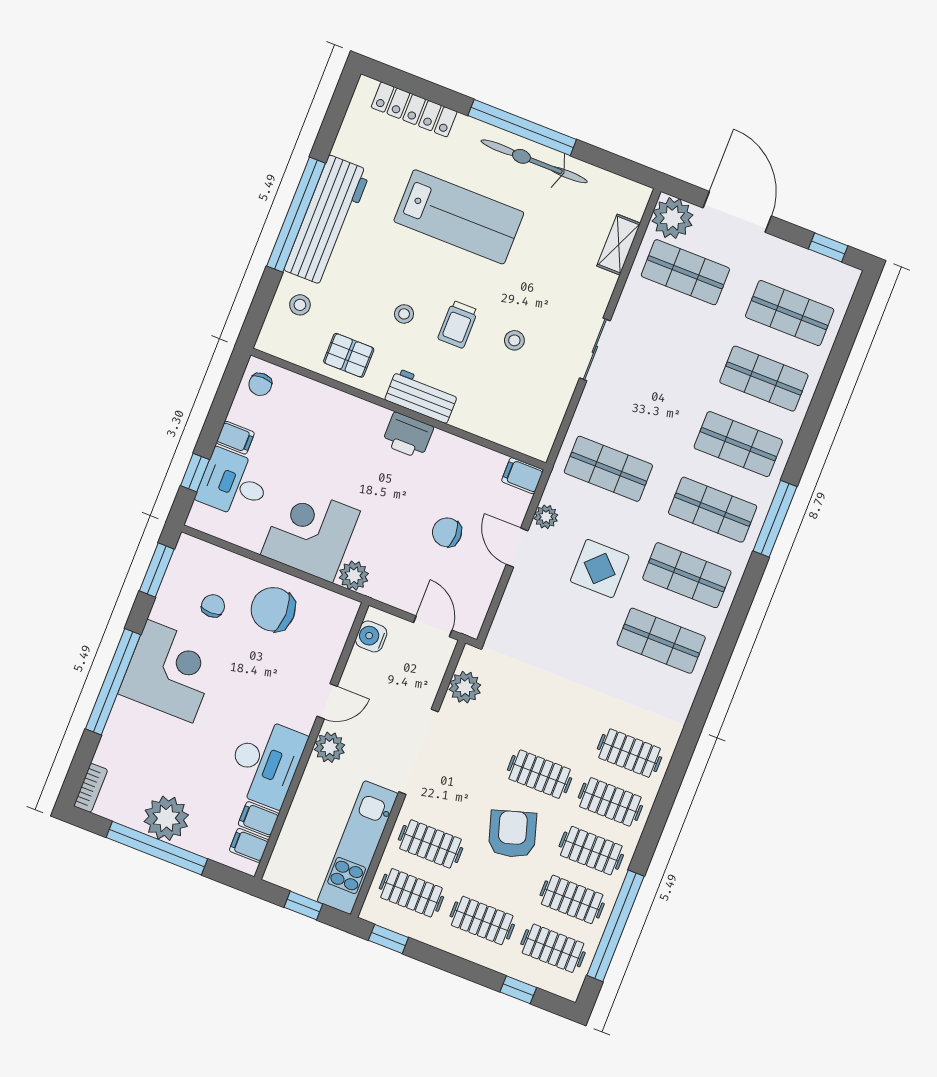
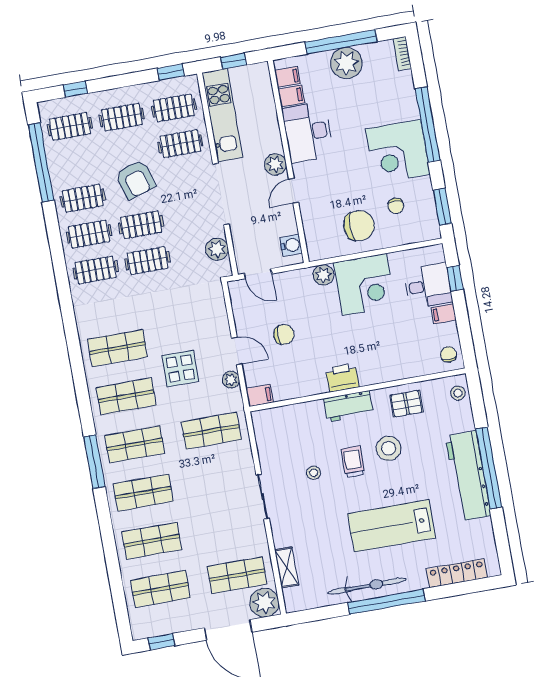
stool: (300, 305) -> (458, 393), moved
stool: (404, 314) -> (389, 448), width x1.89, depth x1.89
clothes rail: (572, 899) -> (148, 261), moved

